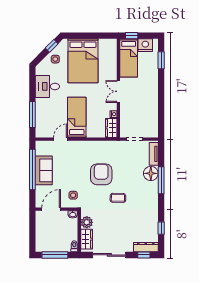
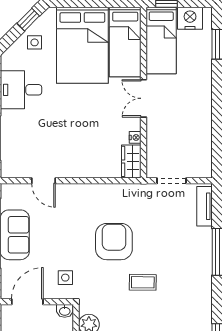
bed: (77, 117) -> (125, 42), moved, turned 180
door: (60, 139) -> (43, 181), swing flipped
floor lamp: (151, 173) -> (200, 240), removed

